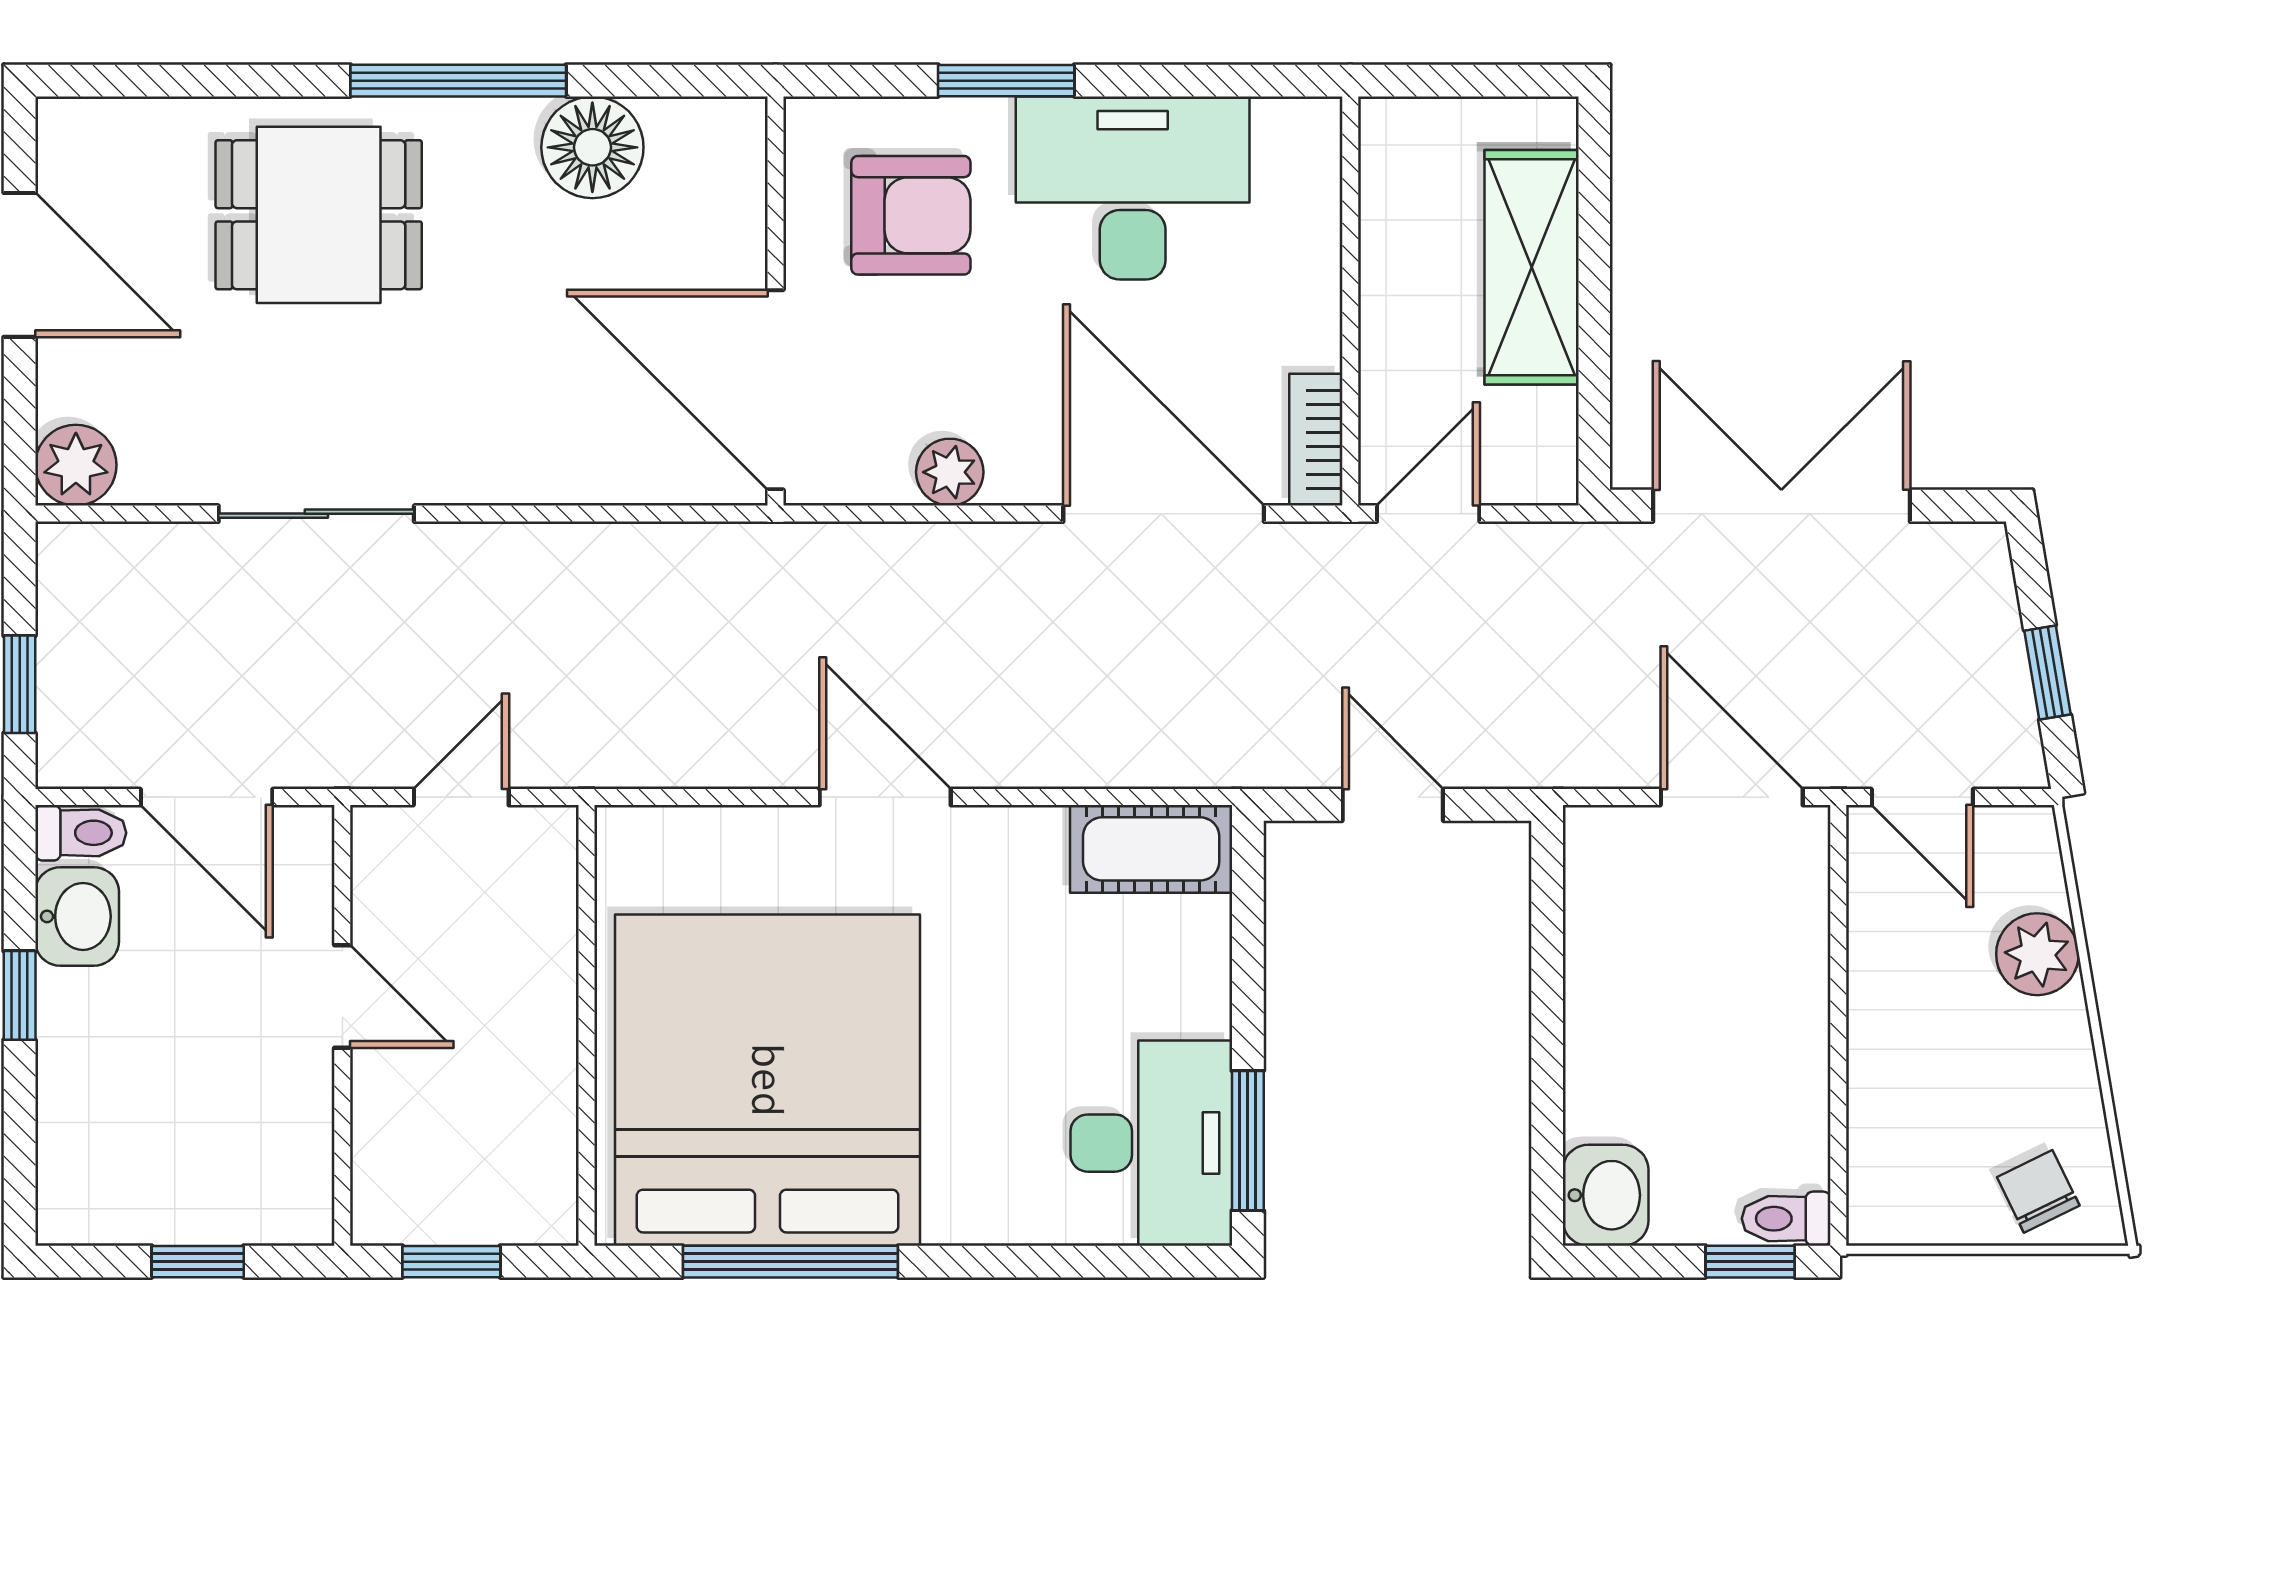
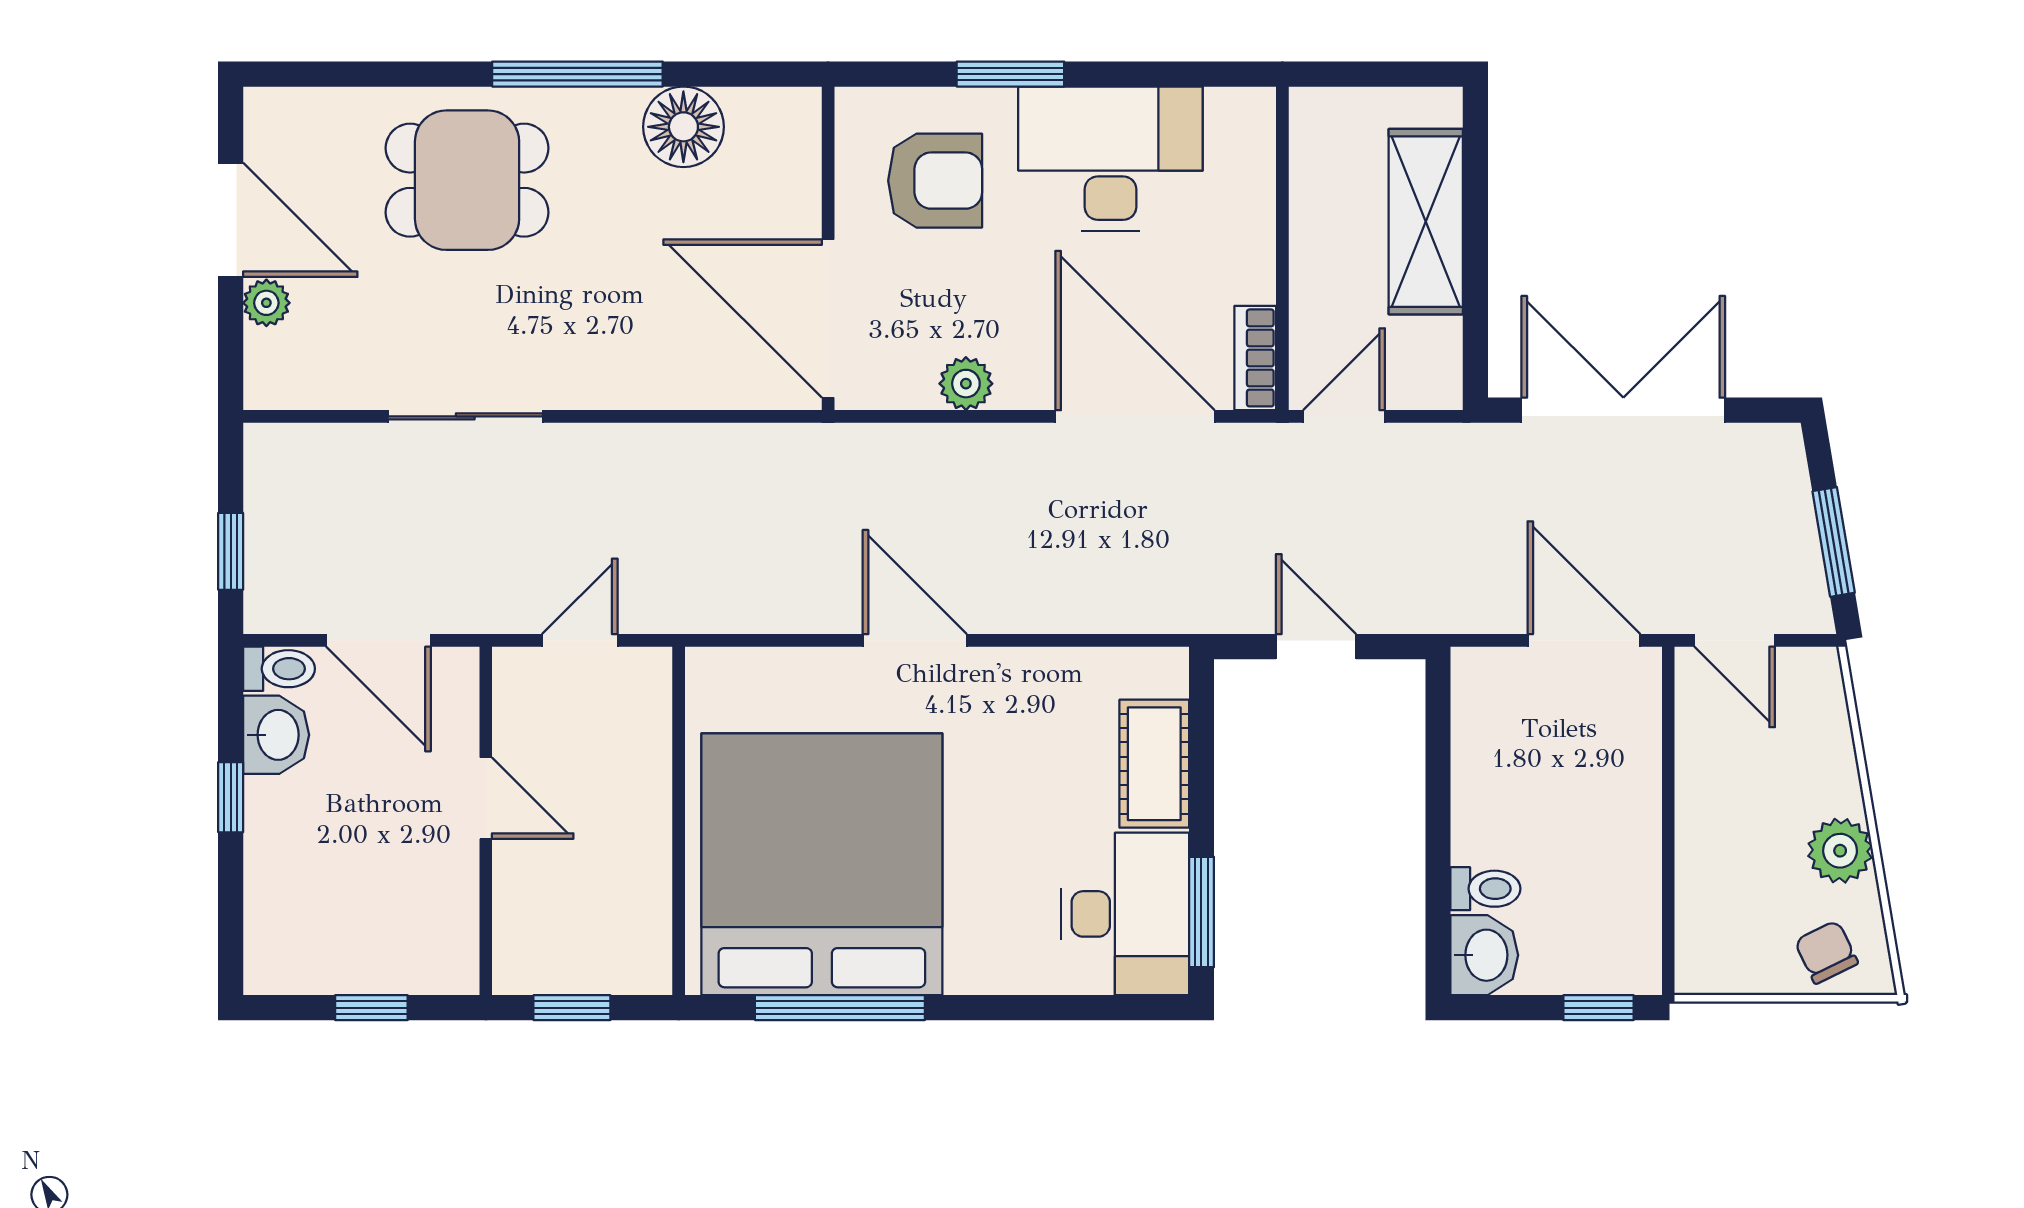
plant: (76, 465) -> (266, 303), moved, width x0.73, depth x0.73
window: (2048, 672) -> (1834, 542), width x1.50
cot: (1151, 849) -> (1154, 764), moved, turned 90
plant: (2037, 954) -> (1840, 851), moved
toilet: (1786, 1219) -> (1485, 889), moved, turned 180

